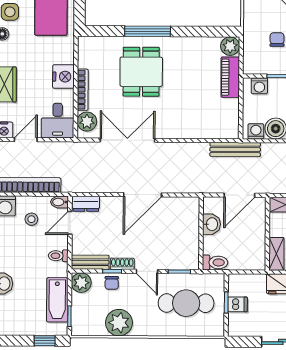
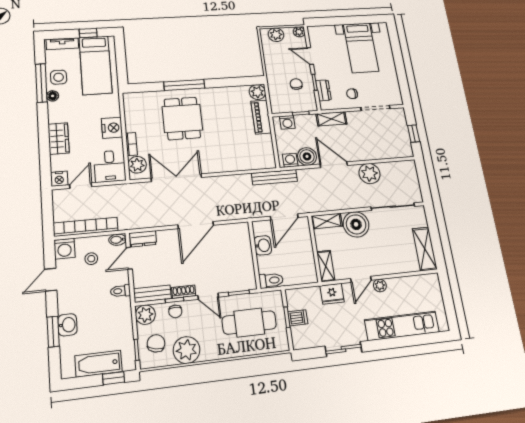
bookcase: (83, 90) -> (131, 144), width x0.64
bathtub: (57, 300) -> (98, 364), moved, turned 90
chair: (89, 312) -> (156, 343), added

